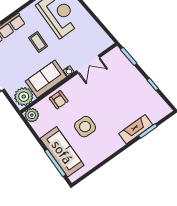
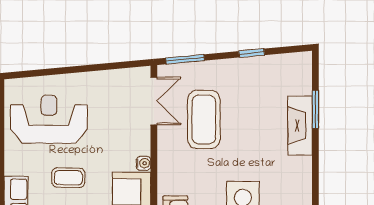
double door: (88, 64) -> (154, 101), moved
coffee table: (108, 84) -> (204, 119), added

